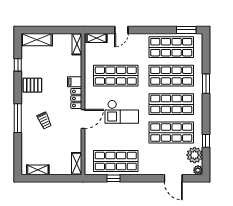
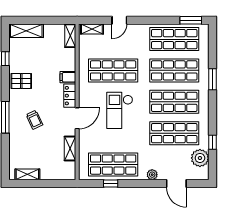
checkout: (122, 112) -> (120, 110), turned 90
shelving: (77, 164) -> (70, 148), moved
plant: (198, 170) -> (152, 175), moved

